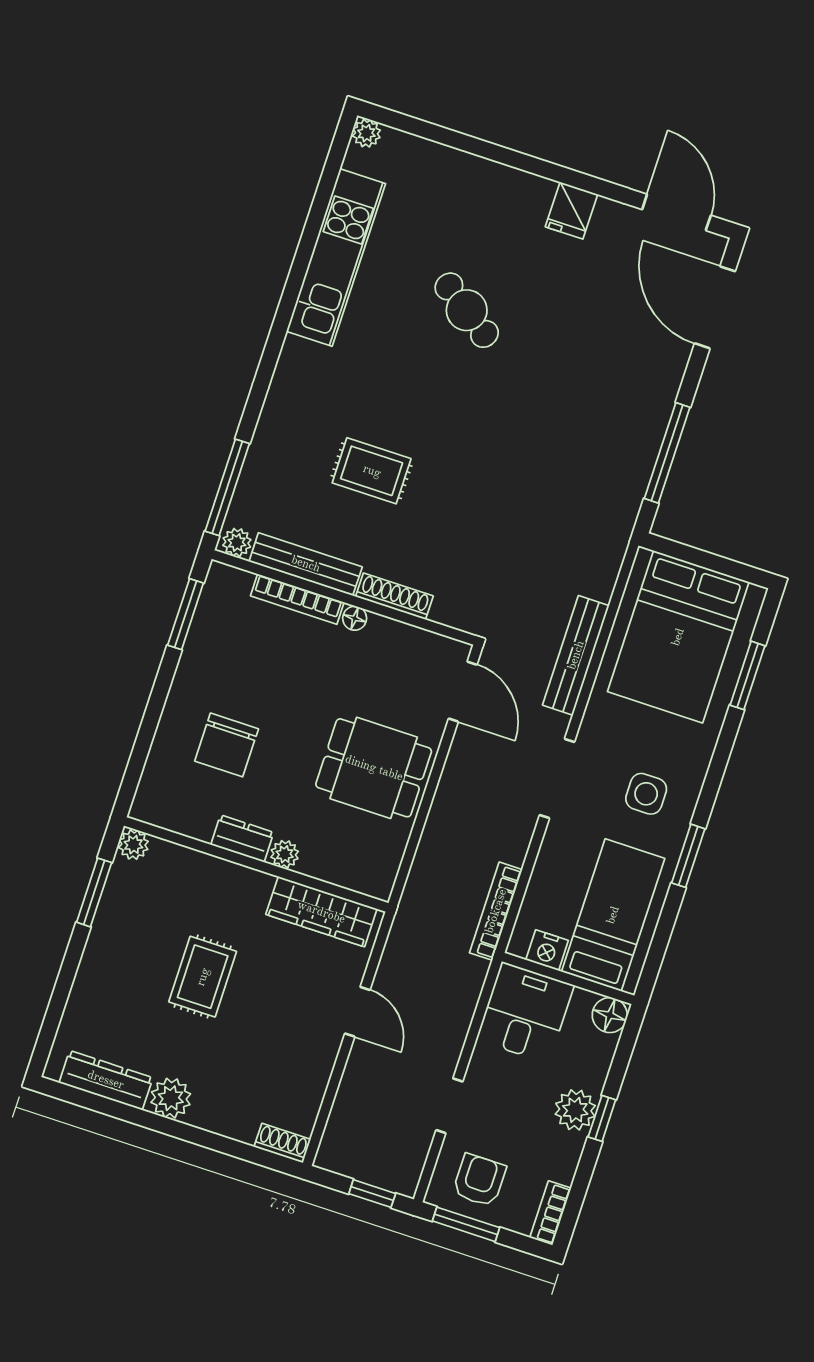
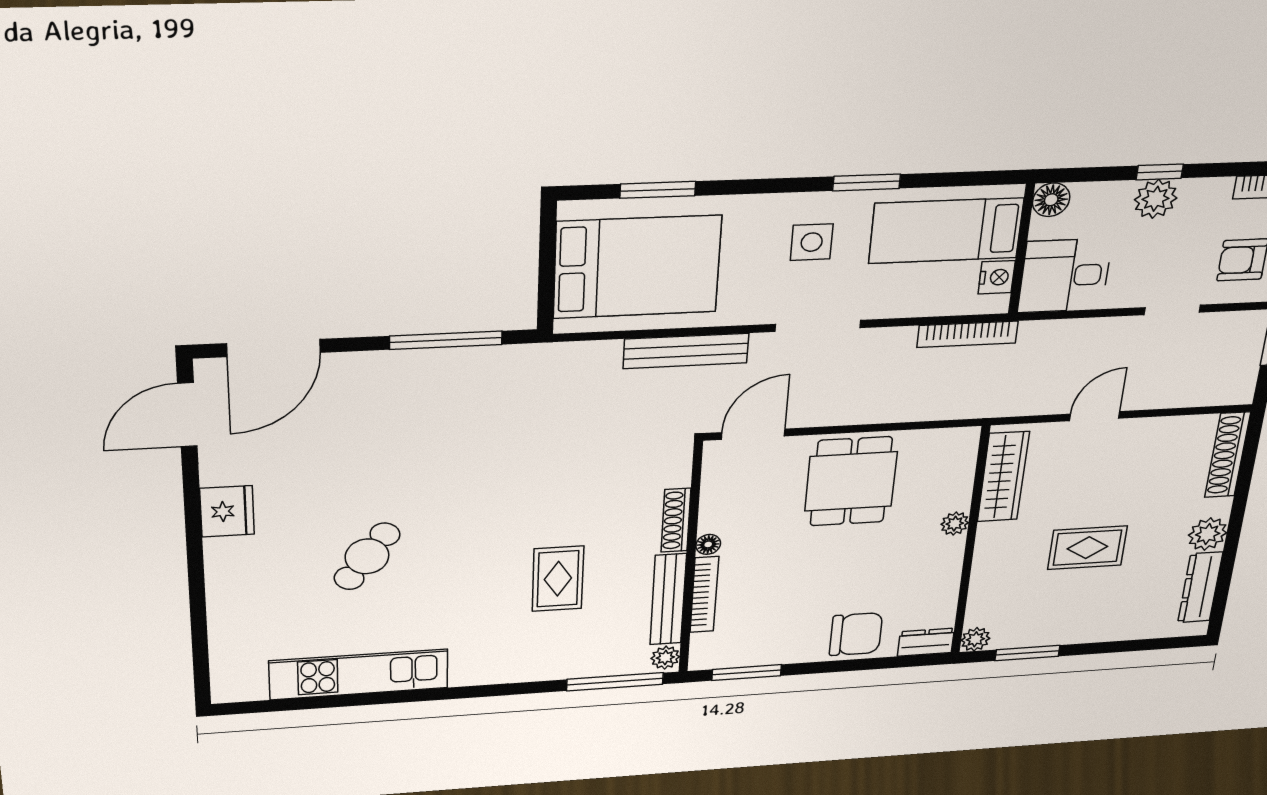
plant: (366, 133) -> (225, 691), removed
fridge: (571, 210) -> (227, 511), width x1.38
chair: (227, 745) -> (856, 634), moved
dresser: (242, 839) -> (926, 642), moved, turned 90
shoe rack: (282, 1143) -> (1228, 455), width x1.94, depth x1.24

